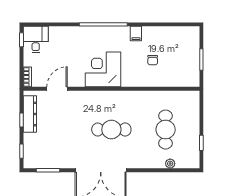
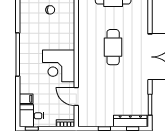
filing cabinet: (136, 34) -> (26, 99), moved
corner desk: (103, 69) -> (59, 66), moved
dresser: (30, 114) -> (130, 121), moved

